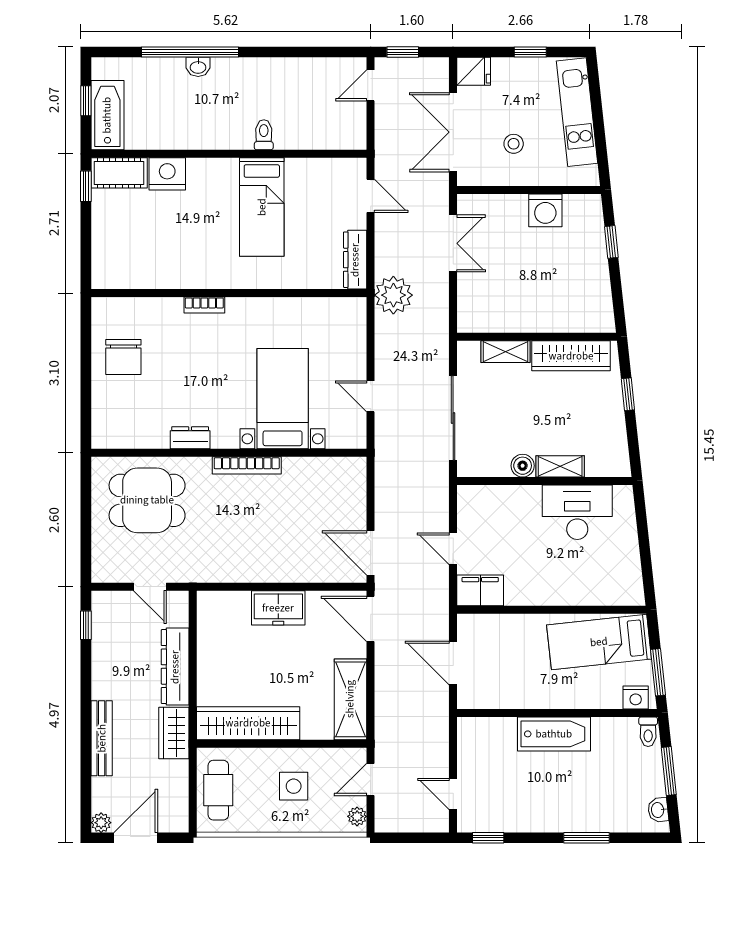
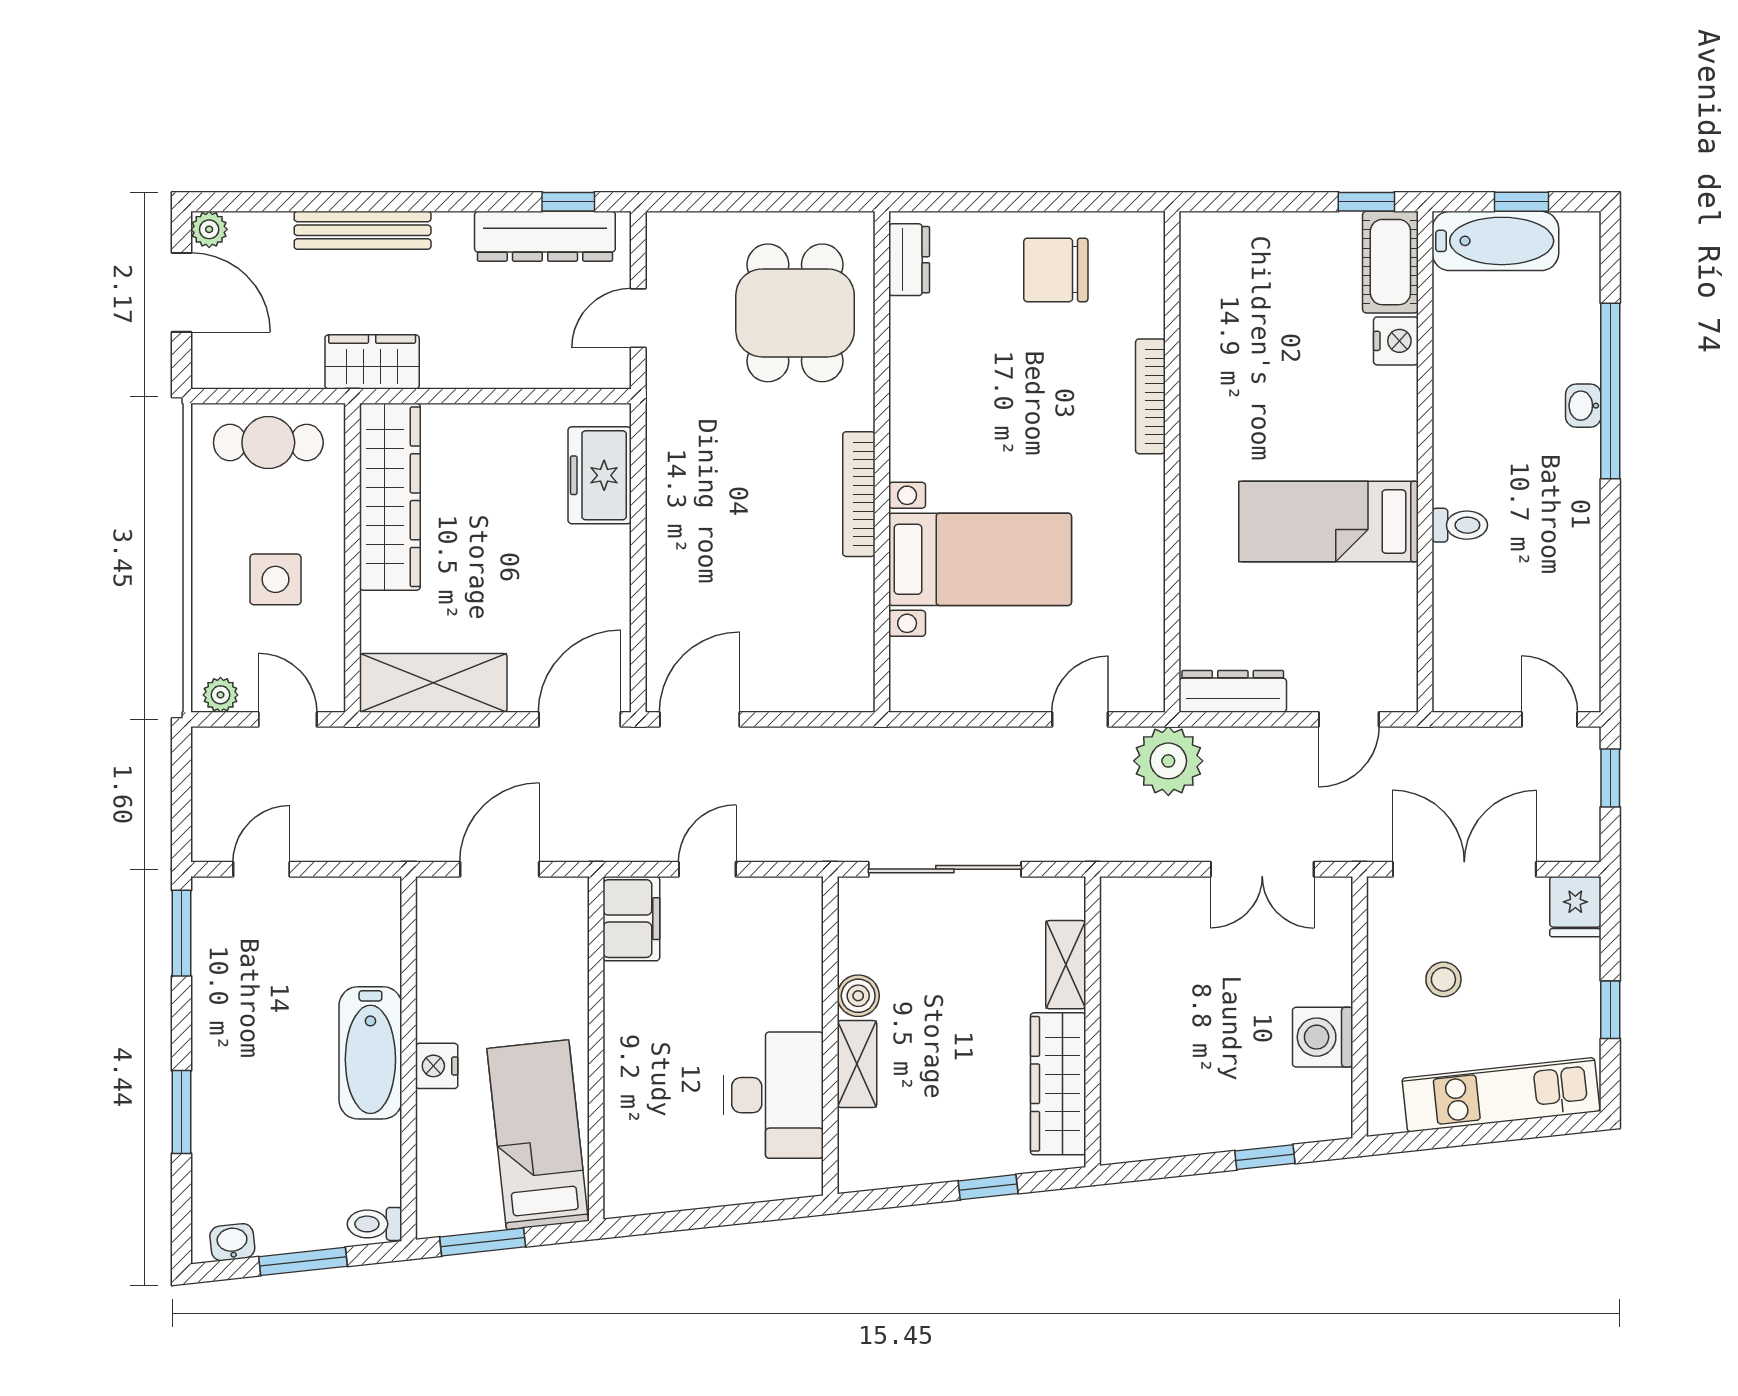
nightstand: (167, 174) -> (1396, 341), width x0.74, depth x0.75
bookcase: (204, 305) -> (1150, 396), width x1.56
door: (371, 396) -> (1080, 719), moved
dresser: (190, 438) -> (909, 260), moved
freezer: (278, 608) -> (600, 475), moved
dresser: (175, 667) -> (545, 236), moved, turned 180
nightstand: (636, 697) -> (437, 1066), moved
window: (488, 838) -> (182, 933), width x1.50

